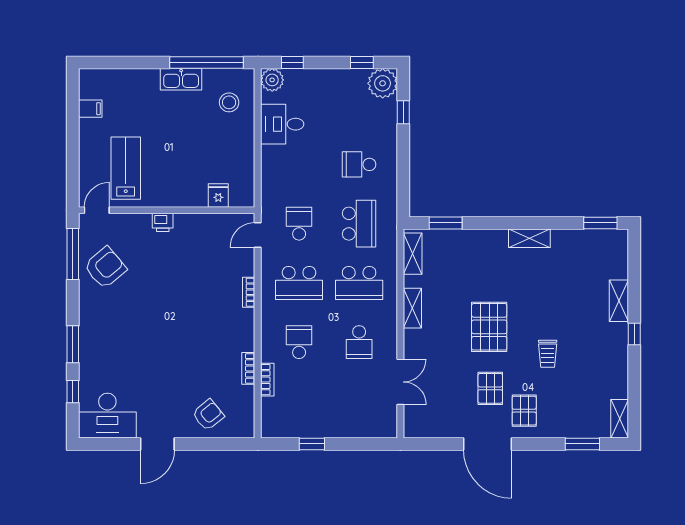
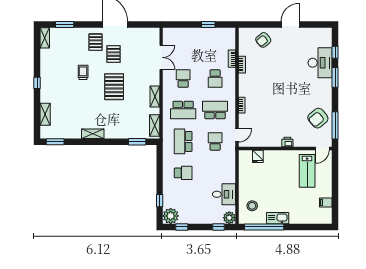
school desk: (299, 224) -> (215, 141), turned 180
school desk: (359, 283) -> (183, 110), turned 180
shelving: (619, 301) -> (45, 114), moved
double door: (400, 382) -> (161, 57), swing flipped
desk: (107, 416) -> (320, 63), moved, turned 90

